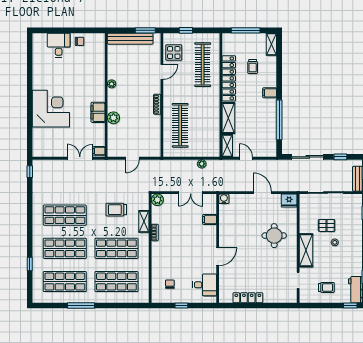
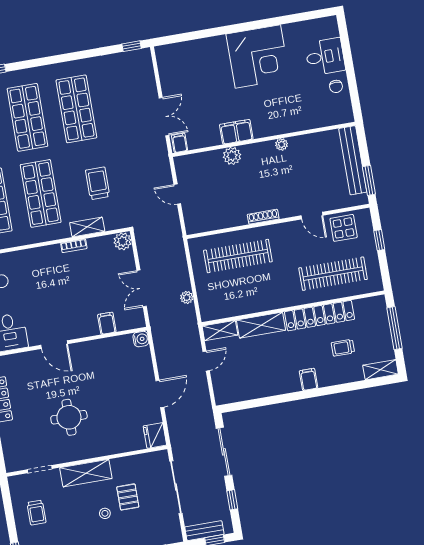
corner desk: (51, 109) -> (258, 57), moved
window: (279, 120) -> (271, 400), removed
round table: (274, 236) -> (69, 417), moved

